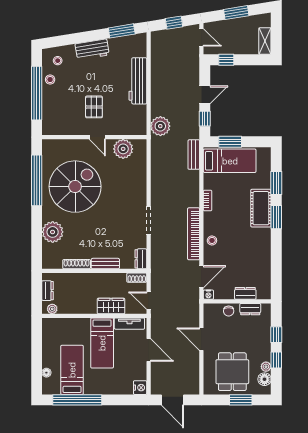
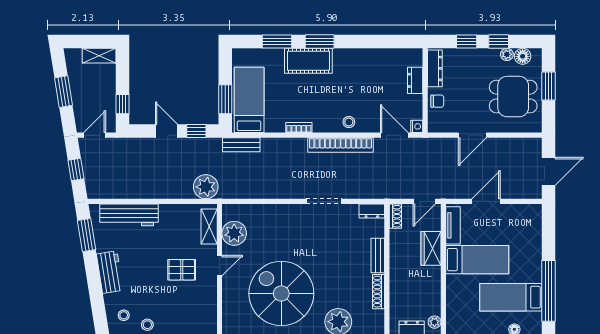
workbench: (138, 81) -> (129, 215), moved
shelving: (129, 129) -> (209, 226), added
dresser: (250, 309) -> (435, 68), width x1.44
nightstand: (140, 388) -> (533, 212), removed

